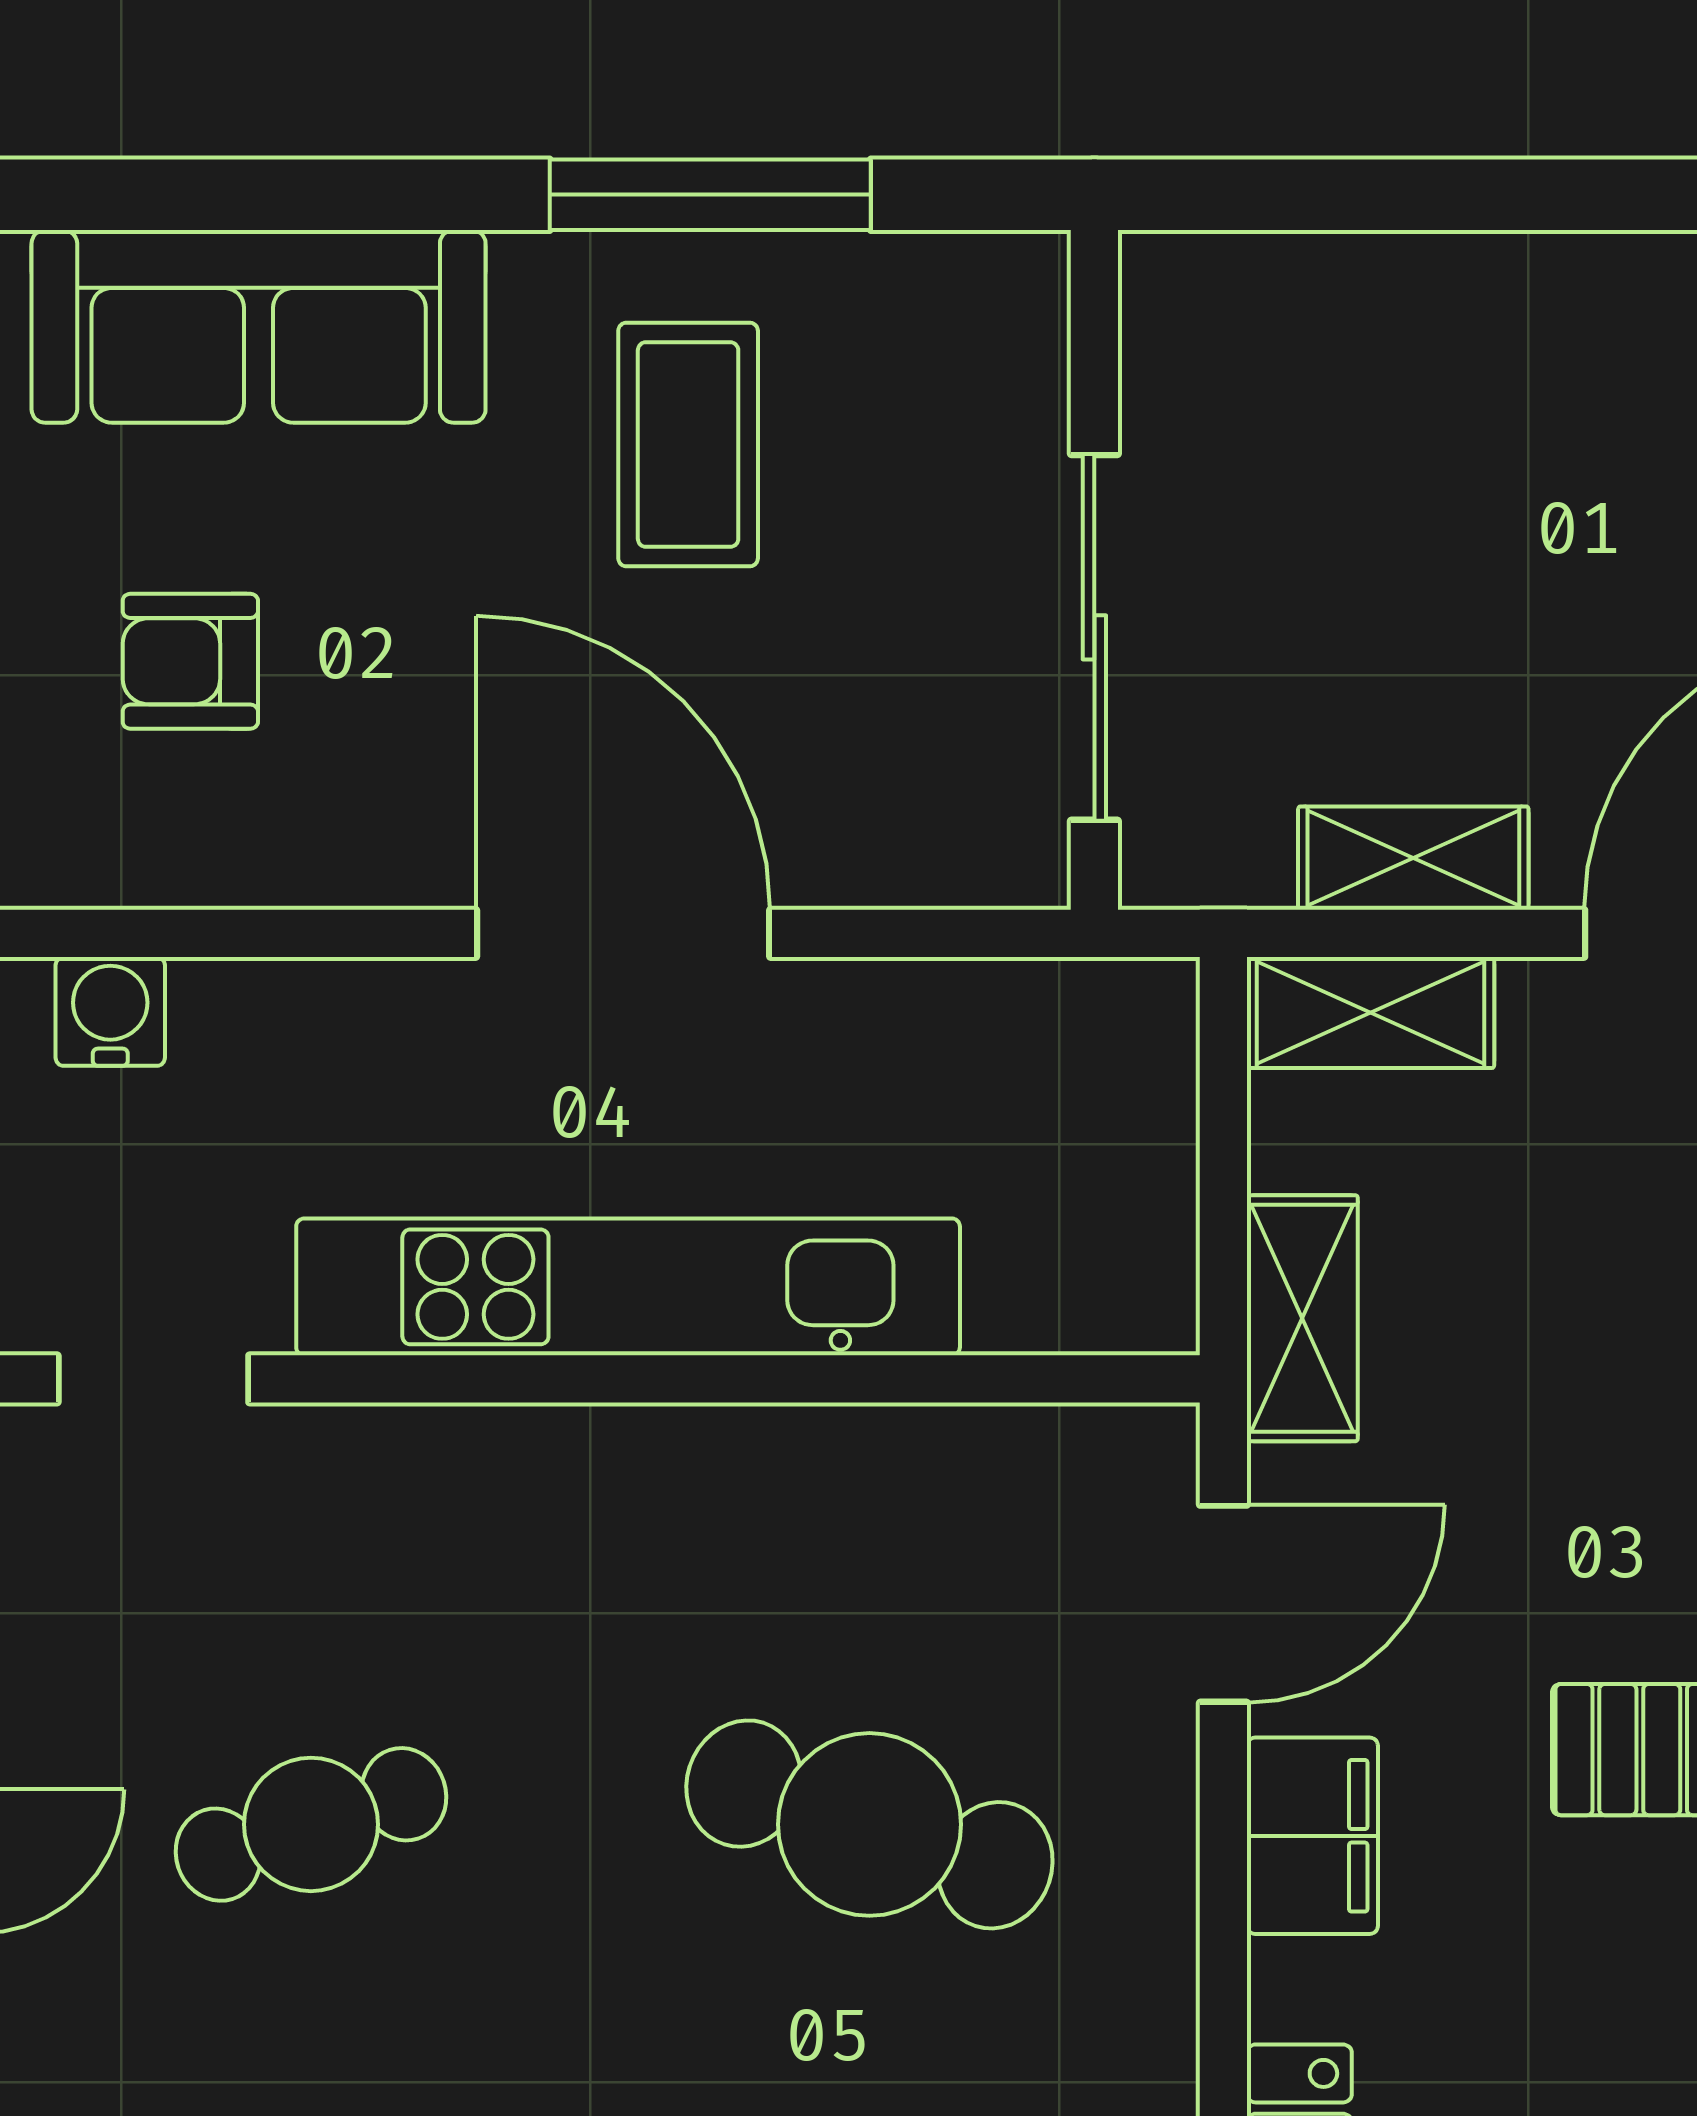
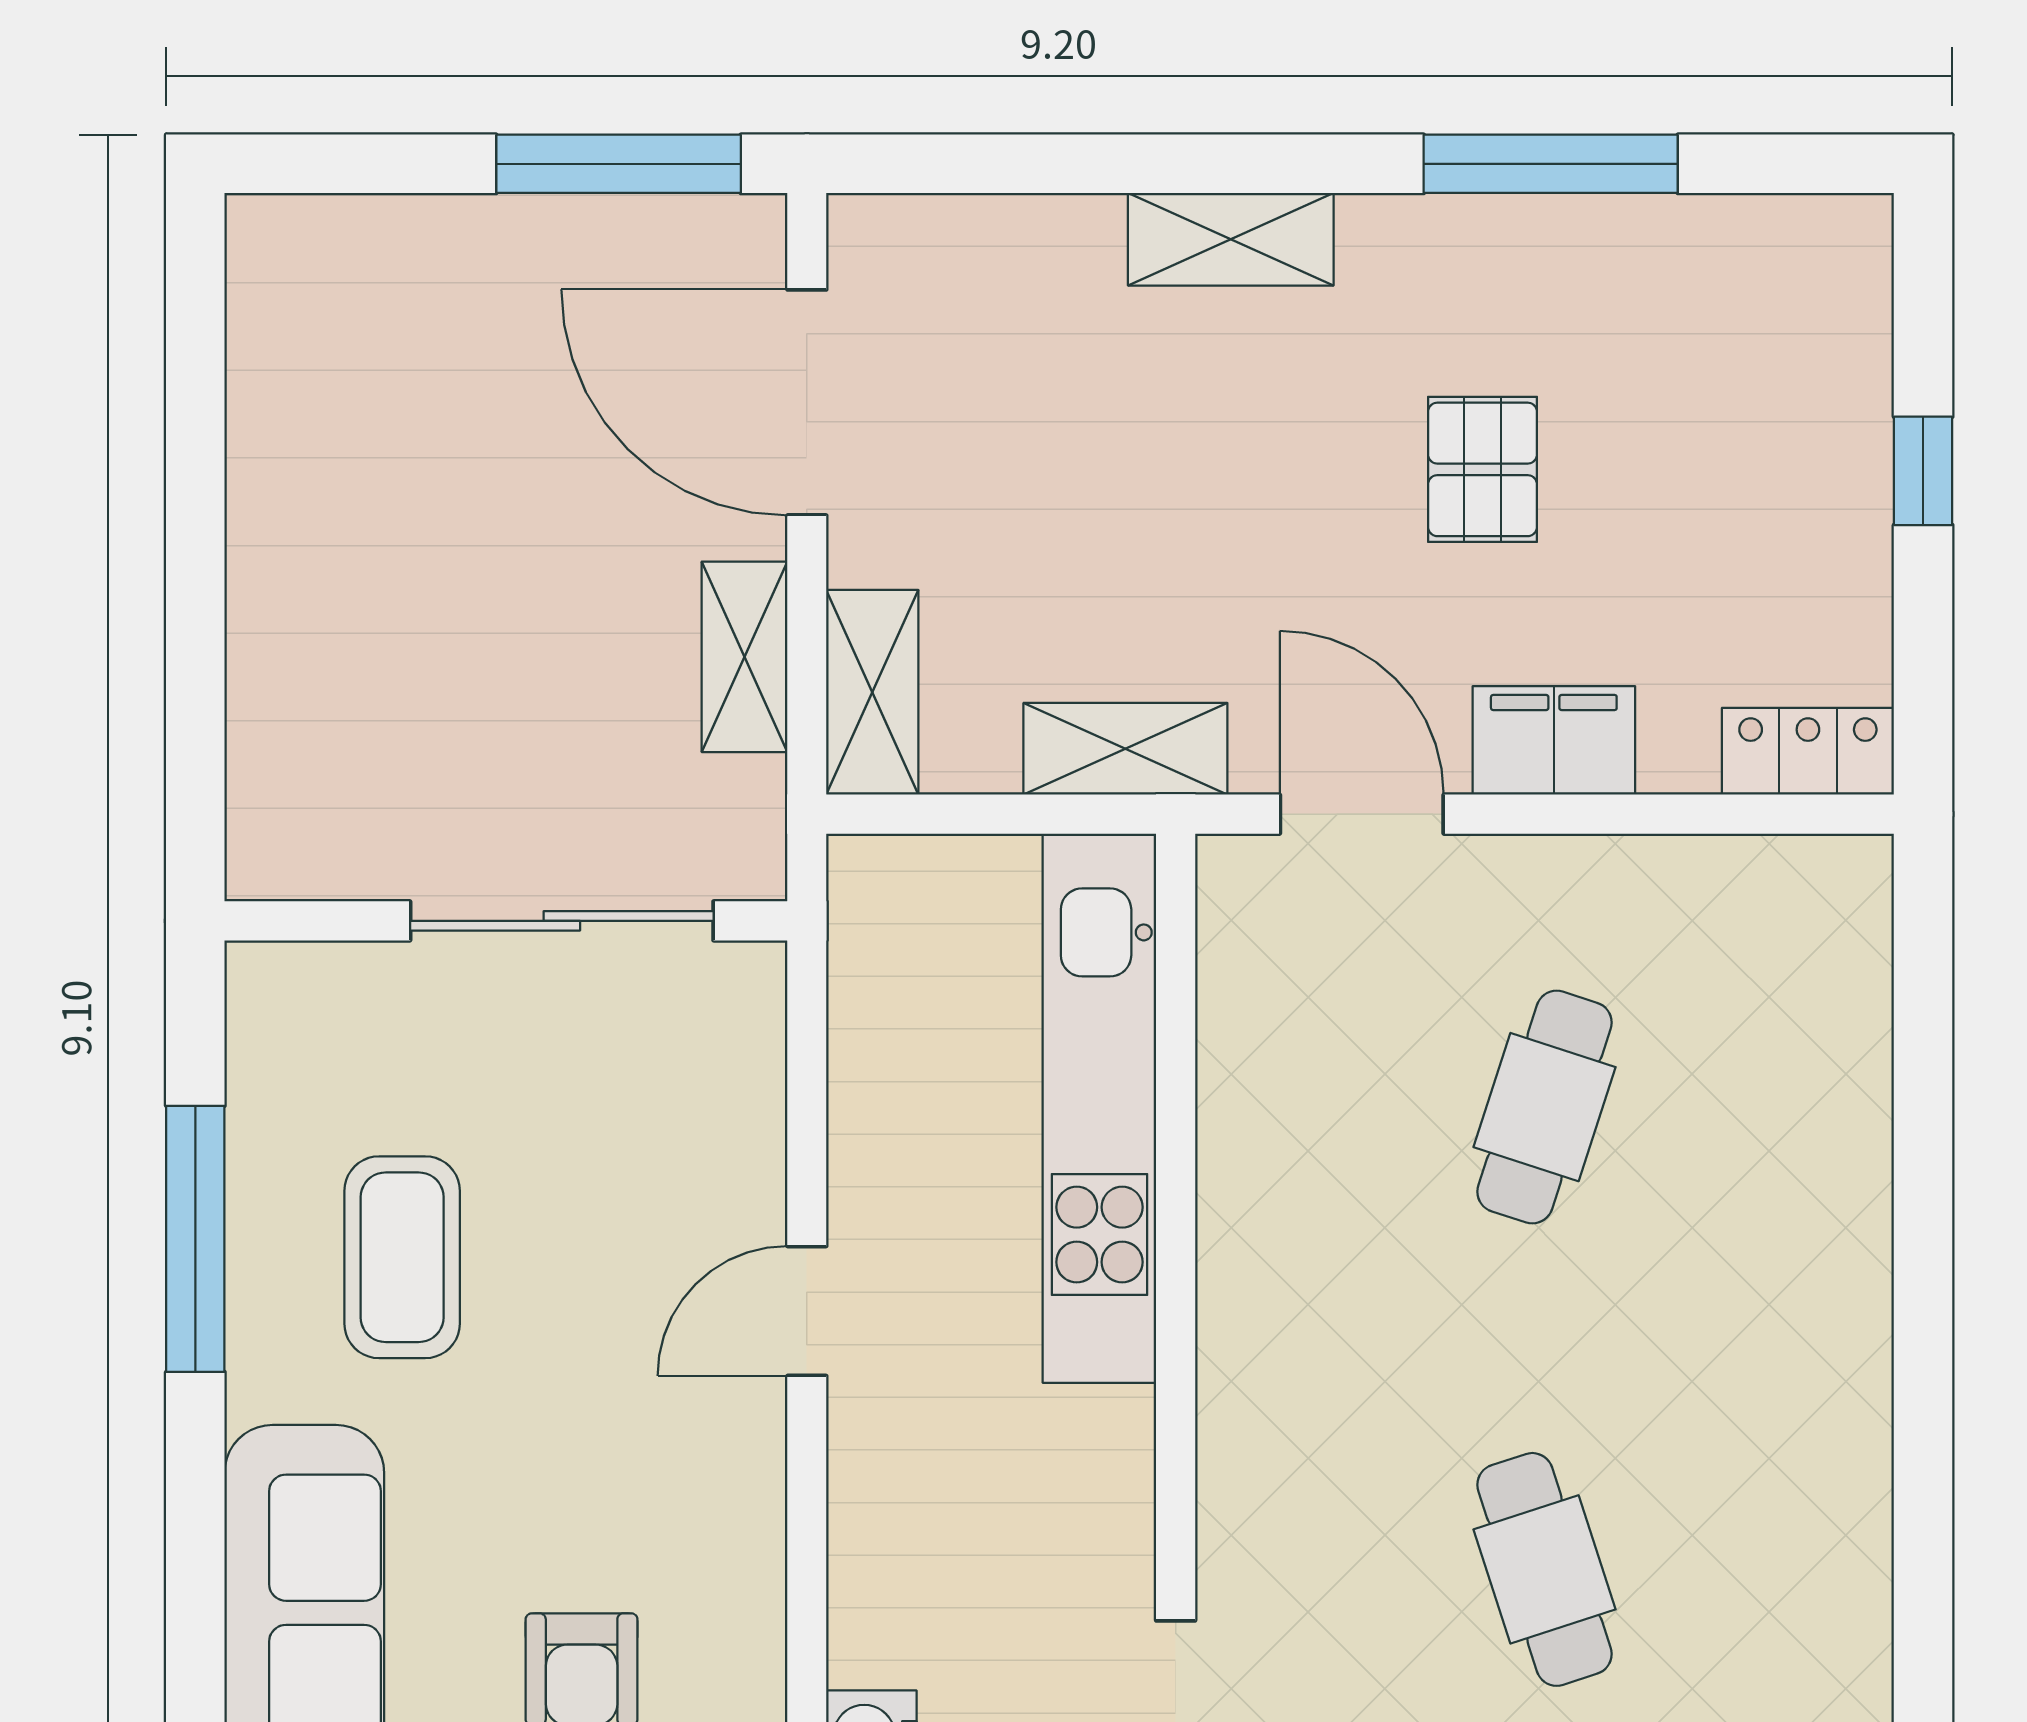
coffee table: (688, 445) -> (402, 1257), turned 90
door: (623, 933) -> (807, 1311), width x0.53
kitchen unit: (628, 1287) -> (1099, 1108), moved
cafe table: (869, 1824) -> (1544, 1107), width x0.73, depth x0.74

